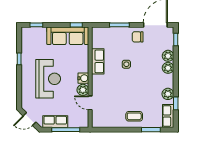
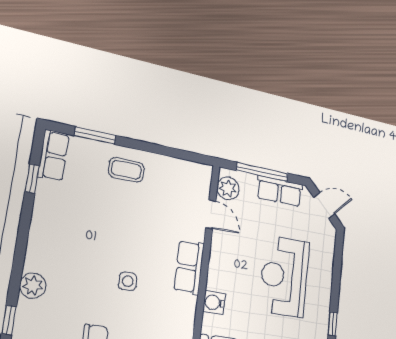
row of seats: (98, 61) -> (189, 267), moved
plant: (168, 68) -> (37, 259), removed
water cooler: (83, 78) -> (214, 303), moved
plant: (83, 90) -> (228, 188), moved
plant: (168, 94) -> (47, 202), removed

